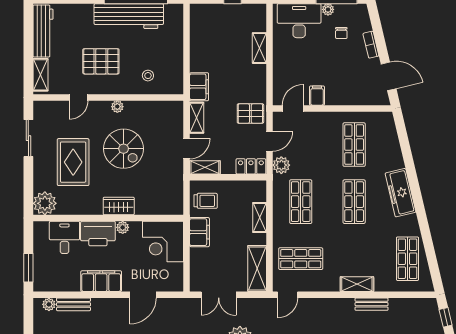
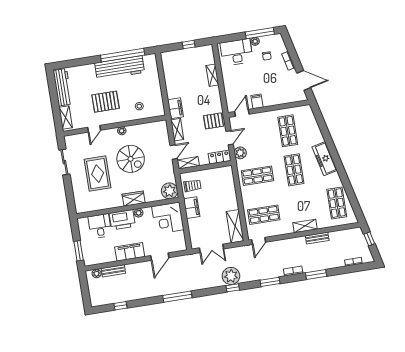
shop shelf: (301, 202) -> (257, 176), turned 90
plant: (45, 203) -> (170, 191), moved
shelving: (260, 218) -> (231, 191), removed

